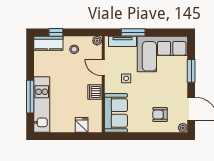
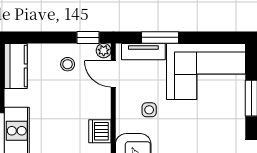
window: (56, 32) -> (88, 37), moved
kitchen counter: (48, 43) -> (16, 66), moved, turned -90
door: (103, 67) -> (113, 74), moved

